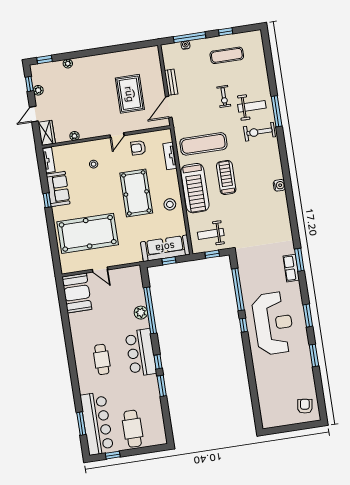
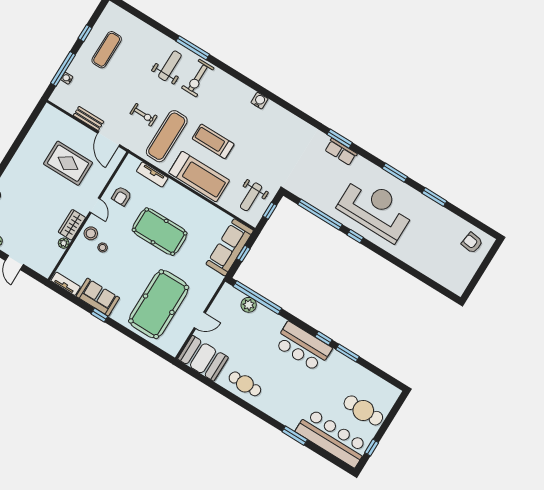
exercise bike: (224, 96) -> (144, 115), moved
wardrobe: (47, 133) -> (72, 225), moved, turned -90
stool: (170, 204) -> (91, 233), moved
window: (150, 310) -> (257, 297), moved
plant: (141, 313) -> (249, 305), moved
cafe table: (102, 359) -> (245, 384), moved
window: (81, 424) -> (295, 436), moved

